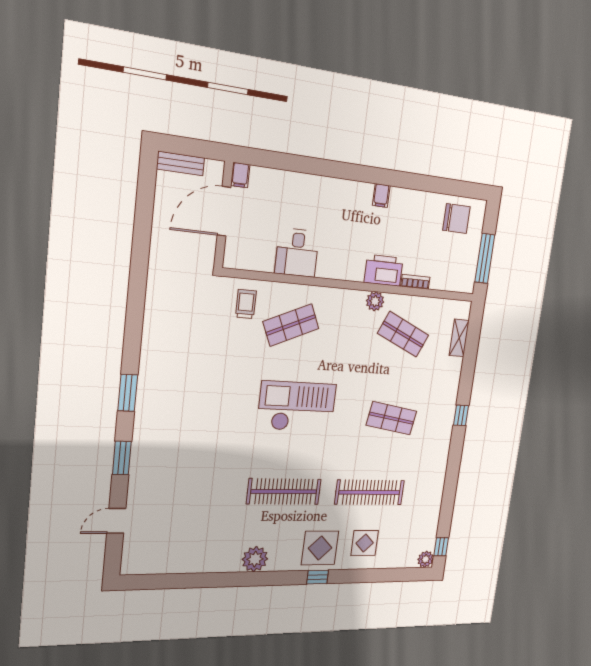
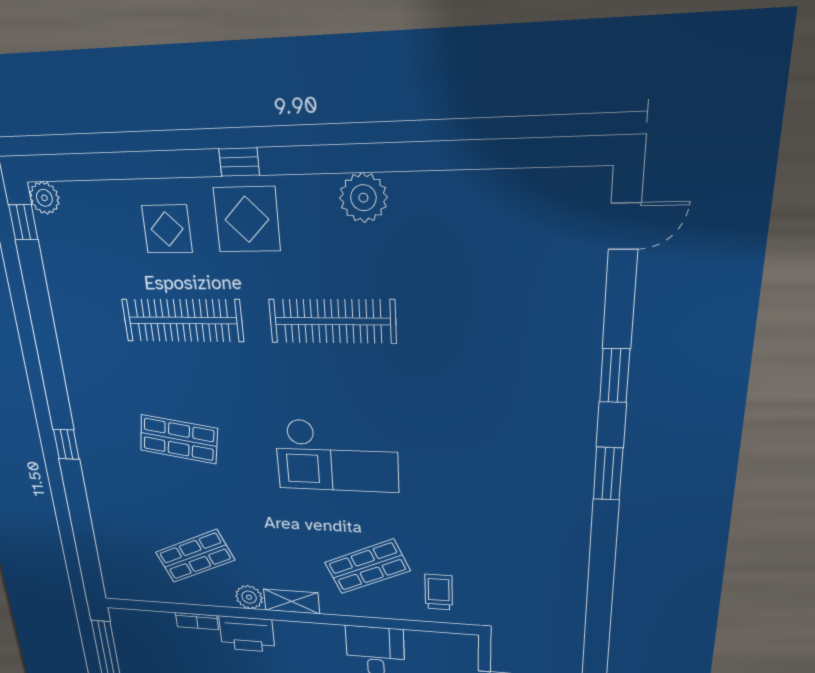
trolley: (246, 304) -> (439, 592), turned 180
shop shelf: (403, 334) -> (195, 556), turned -48
shelving: (459, 338) -> (292, 601), moved, turned 90
door: (116, 521) -> (625, 226), moved

